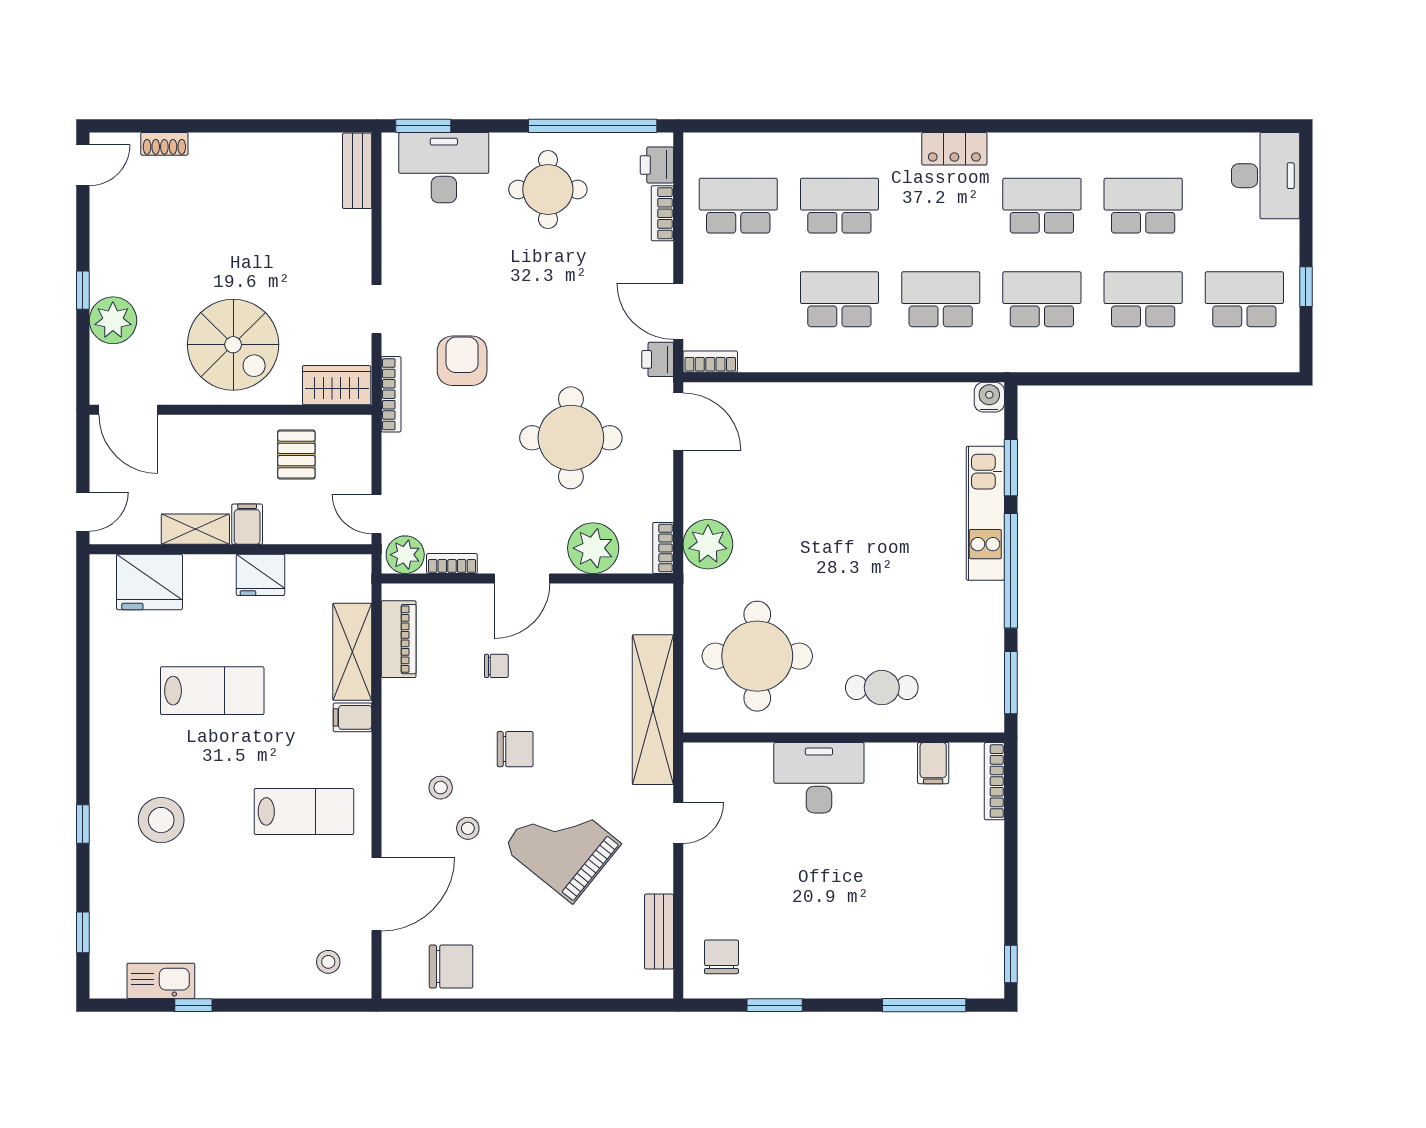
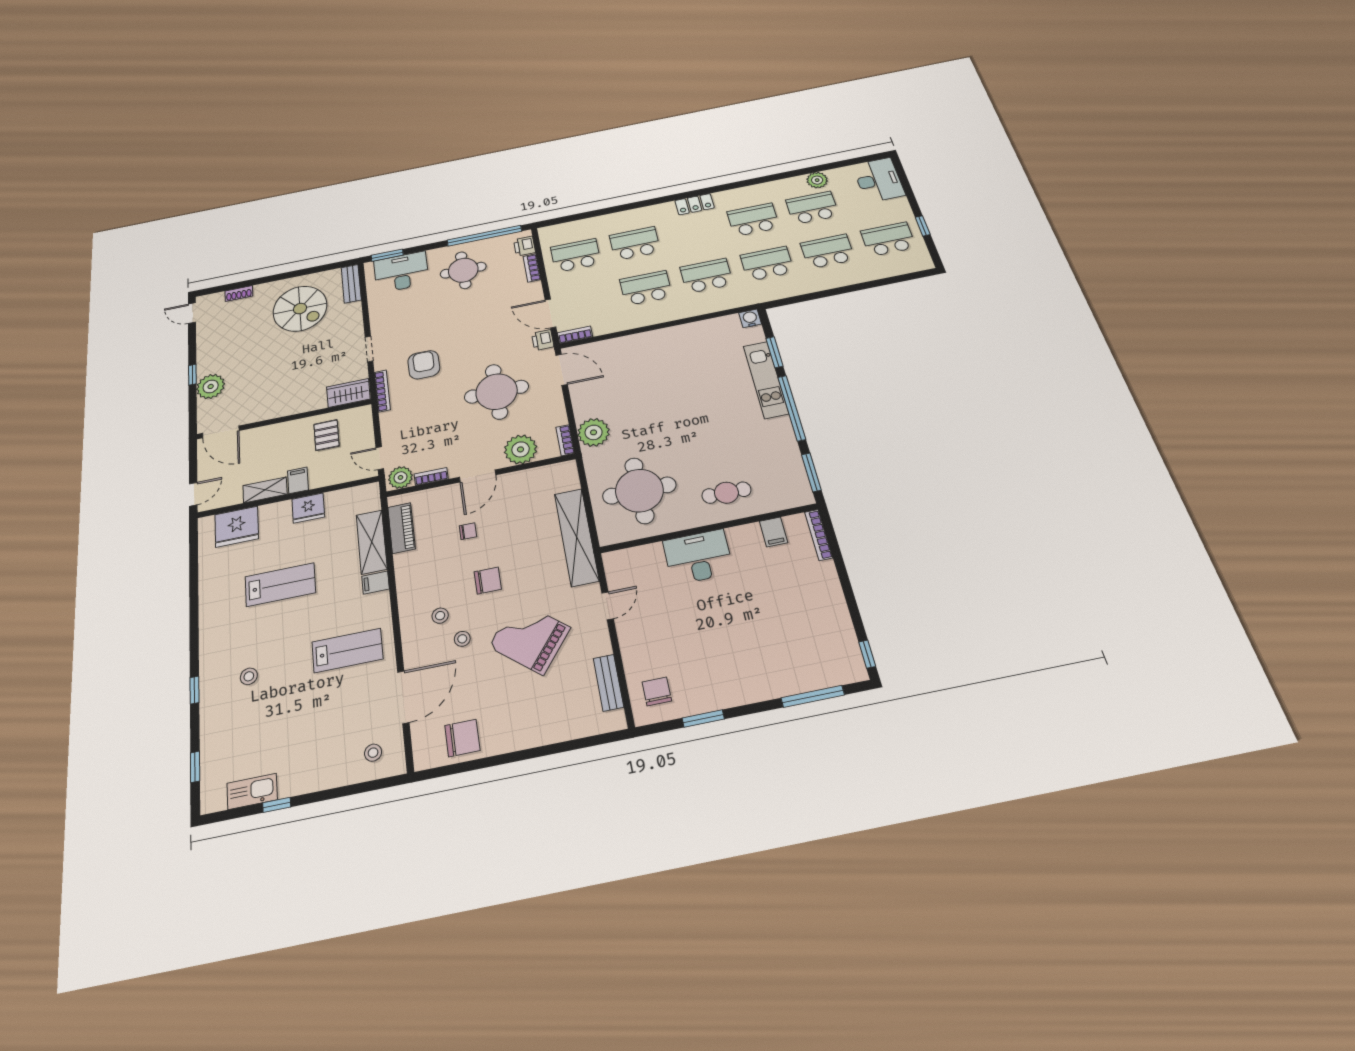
plant: (1167, 150) -> (817, 180), added
door: (83, 165) -> (192, 313), swing flipped
spiral stairs: (233, 345) -> (300, 309), moved
stool: (161, 820) -> (249, 676), width x0.53, depth x0.53

